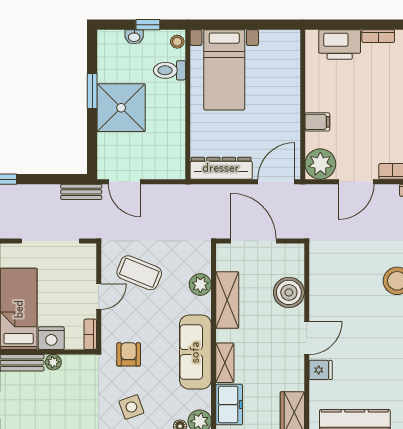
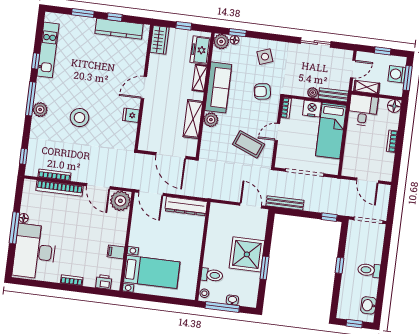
window: (148, 25) -> (222, 307), width x2.17
printer: (340, 44) -> (104, 282), width x0.53, depth x0.68
bed with nightstands: (224, 70) -> (152, 272), moved, turned 90
filing cabinet: (317, 122) -> (116, 252), moved
door: (276, 182) -> (151, 193), hinge flipped
door: (356, 182) -> (98, 186), swing flipped
bench: (81, 192) -> (285, 203), width x1.36
plant: (200, 284) -> (211, 120), moved
boiler: (289, 292) -> (152, 119), removed
armchair: (129, 354) -> (262, 91), turned 81
fridge: (321, 370) -> (131, 115), moved

